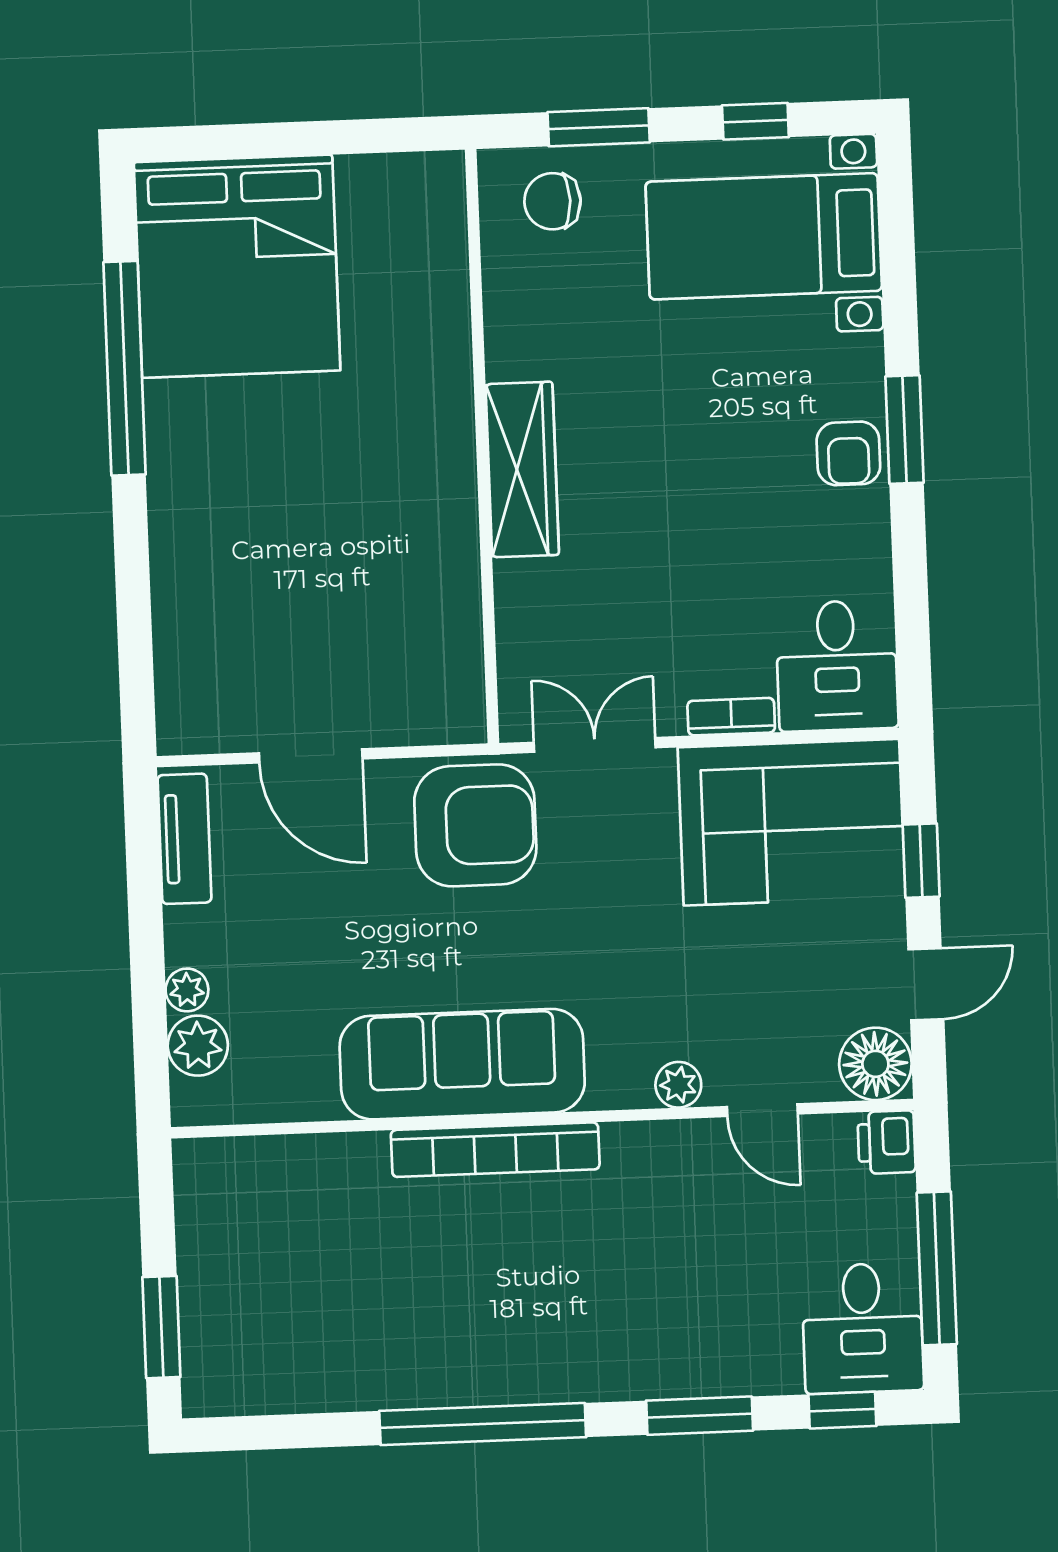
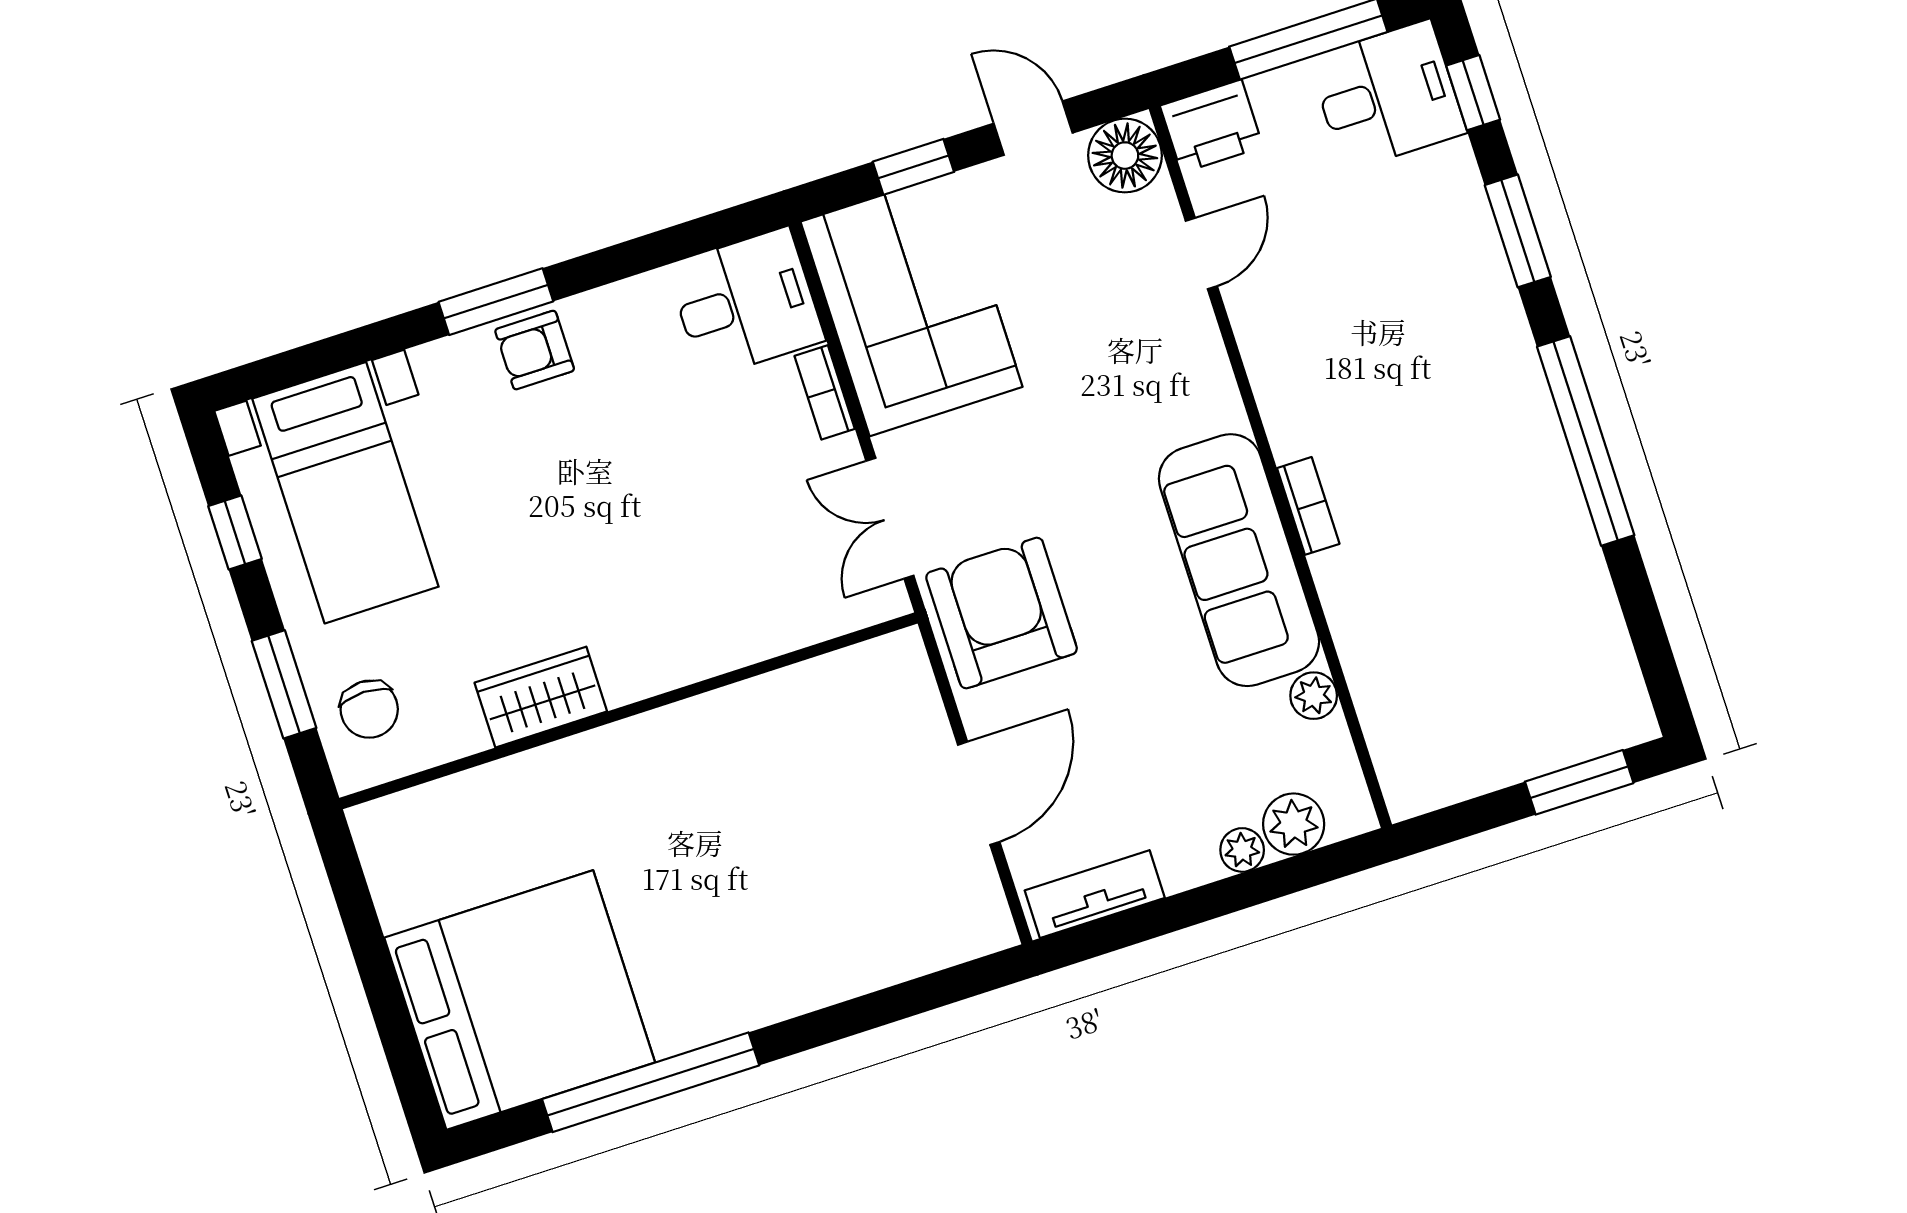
armchair: (848, 453) -> (535, 350), turned 180
wardrobe: (522, 469) -> (541, 697), moved, width x0.67
plant: (678, 1085) -> (1314, 696), moved
printer: (887, 1142) -> (1212, 126), width x1.36, depth x1.24
bookcase: (495, 1150) -> (1308, 506), width x0.43, depth x0.76

